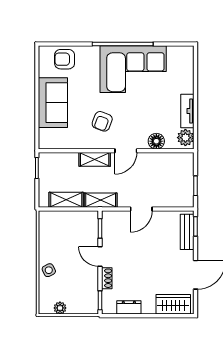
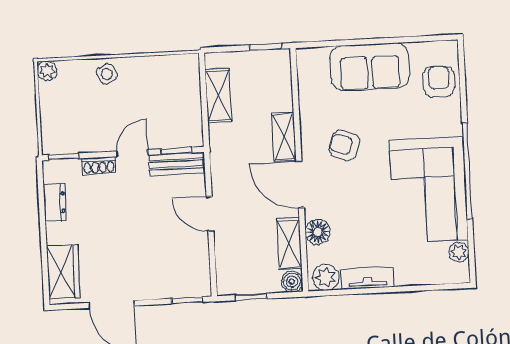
plant: (174, 52) -> (459, 252), added
door: (126, 151) -> (300, 185), width x1.38
boiler: (187, 159) -> (292, 282), added
shelving: (101, 200) -> (289, 243), moved
bench: (187, 232) -> (177, 164), moved
plant: (60, 308) -> (47, 71), moved

